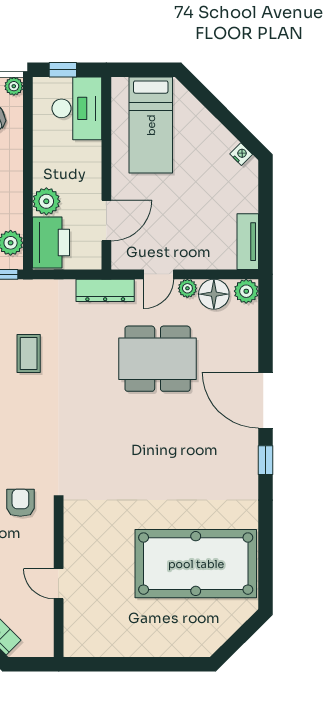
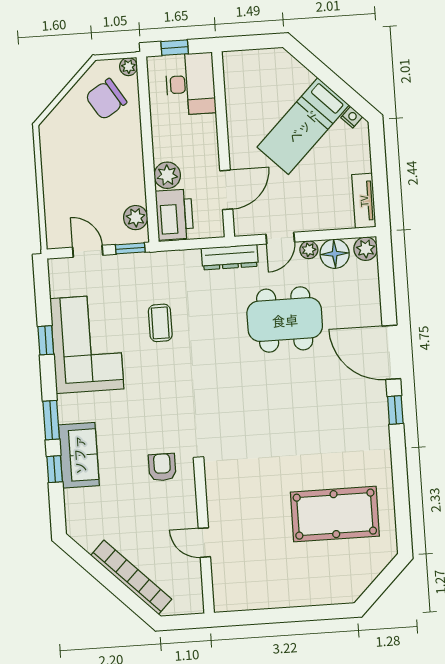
bed: (151, 125) -> (303, 126), moved, turned 45
pool table: (196, 564) -> (335, 514), width x0.73, depth x0.76

